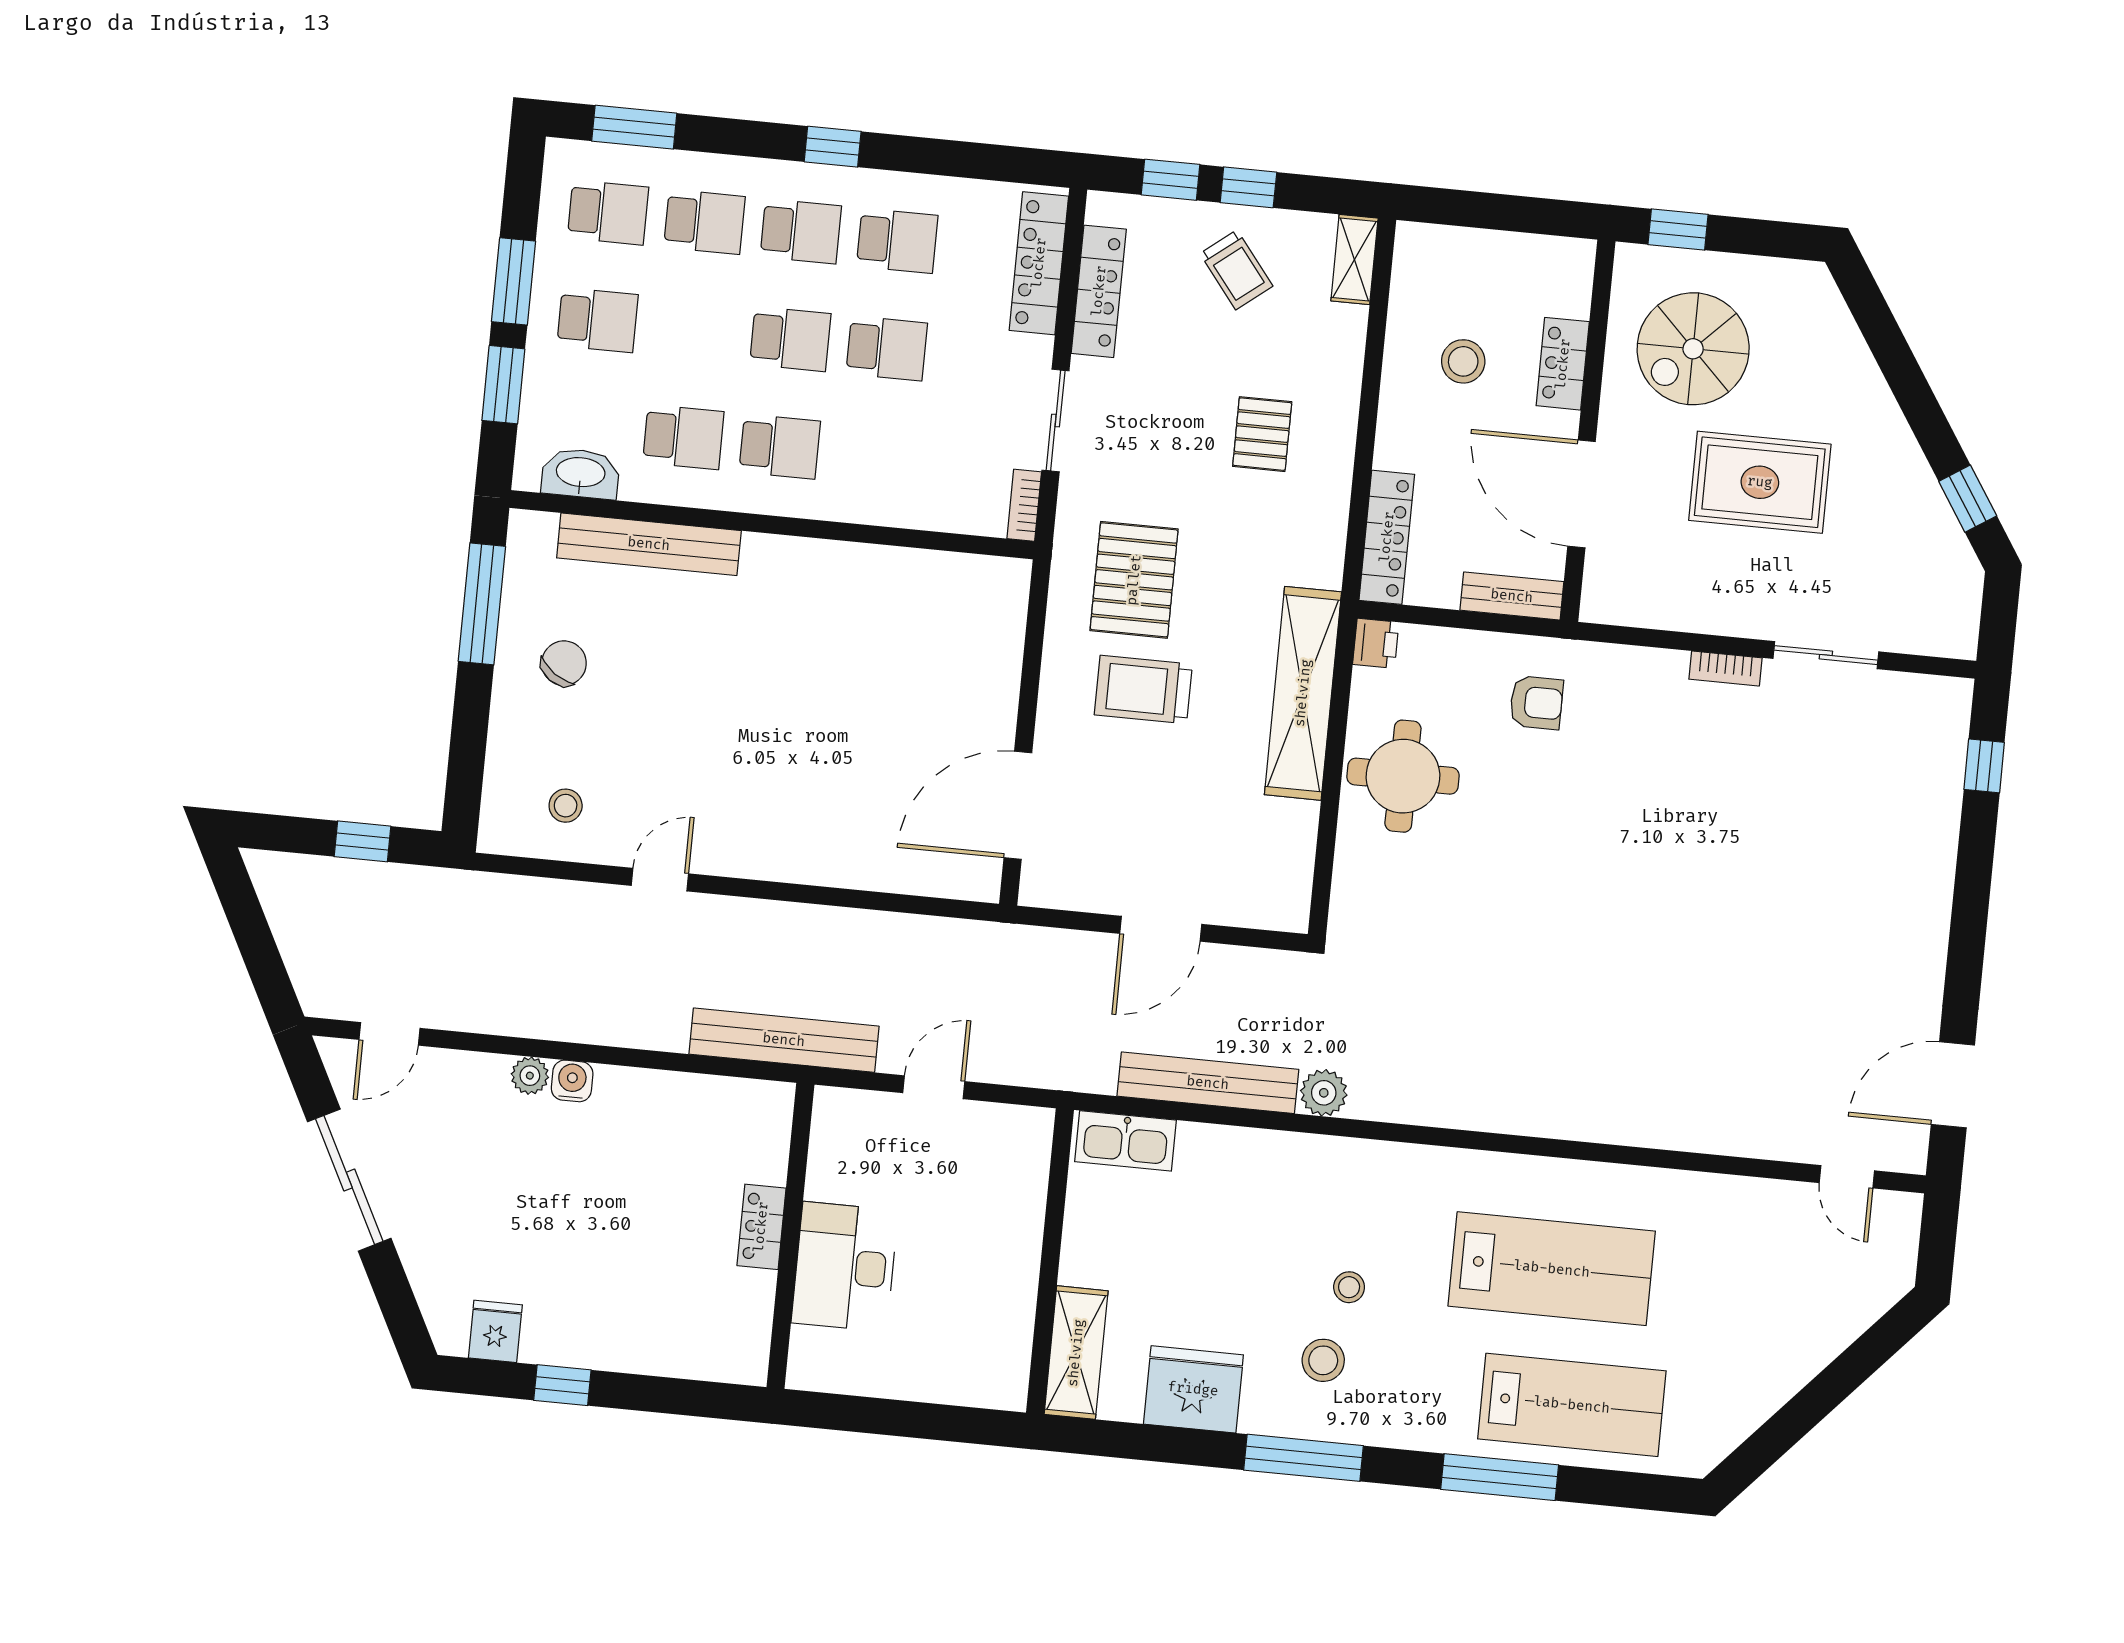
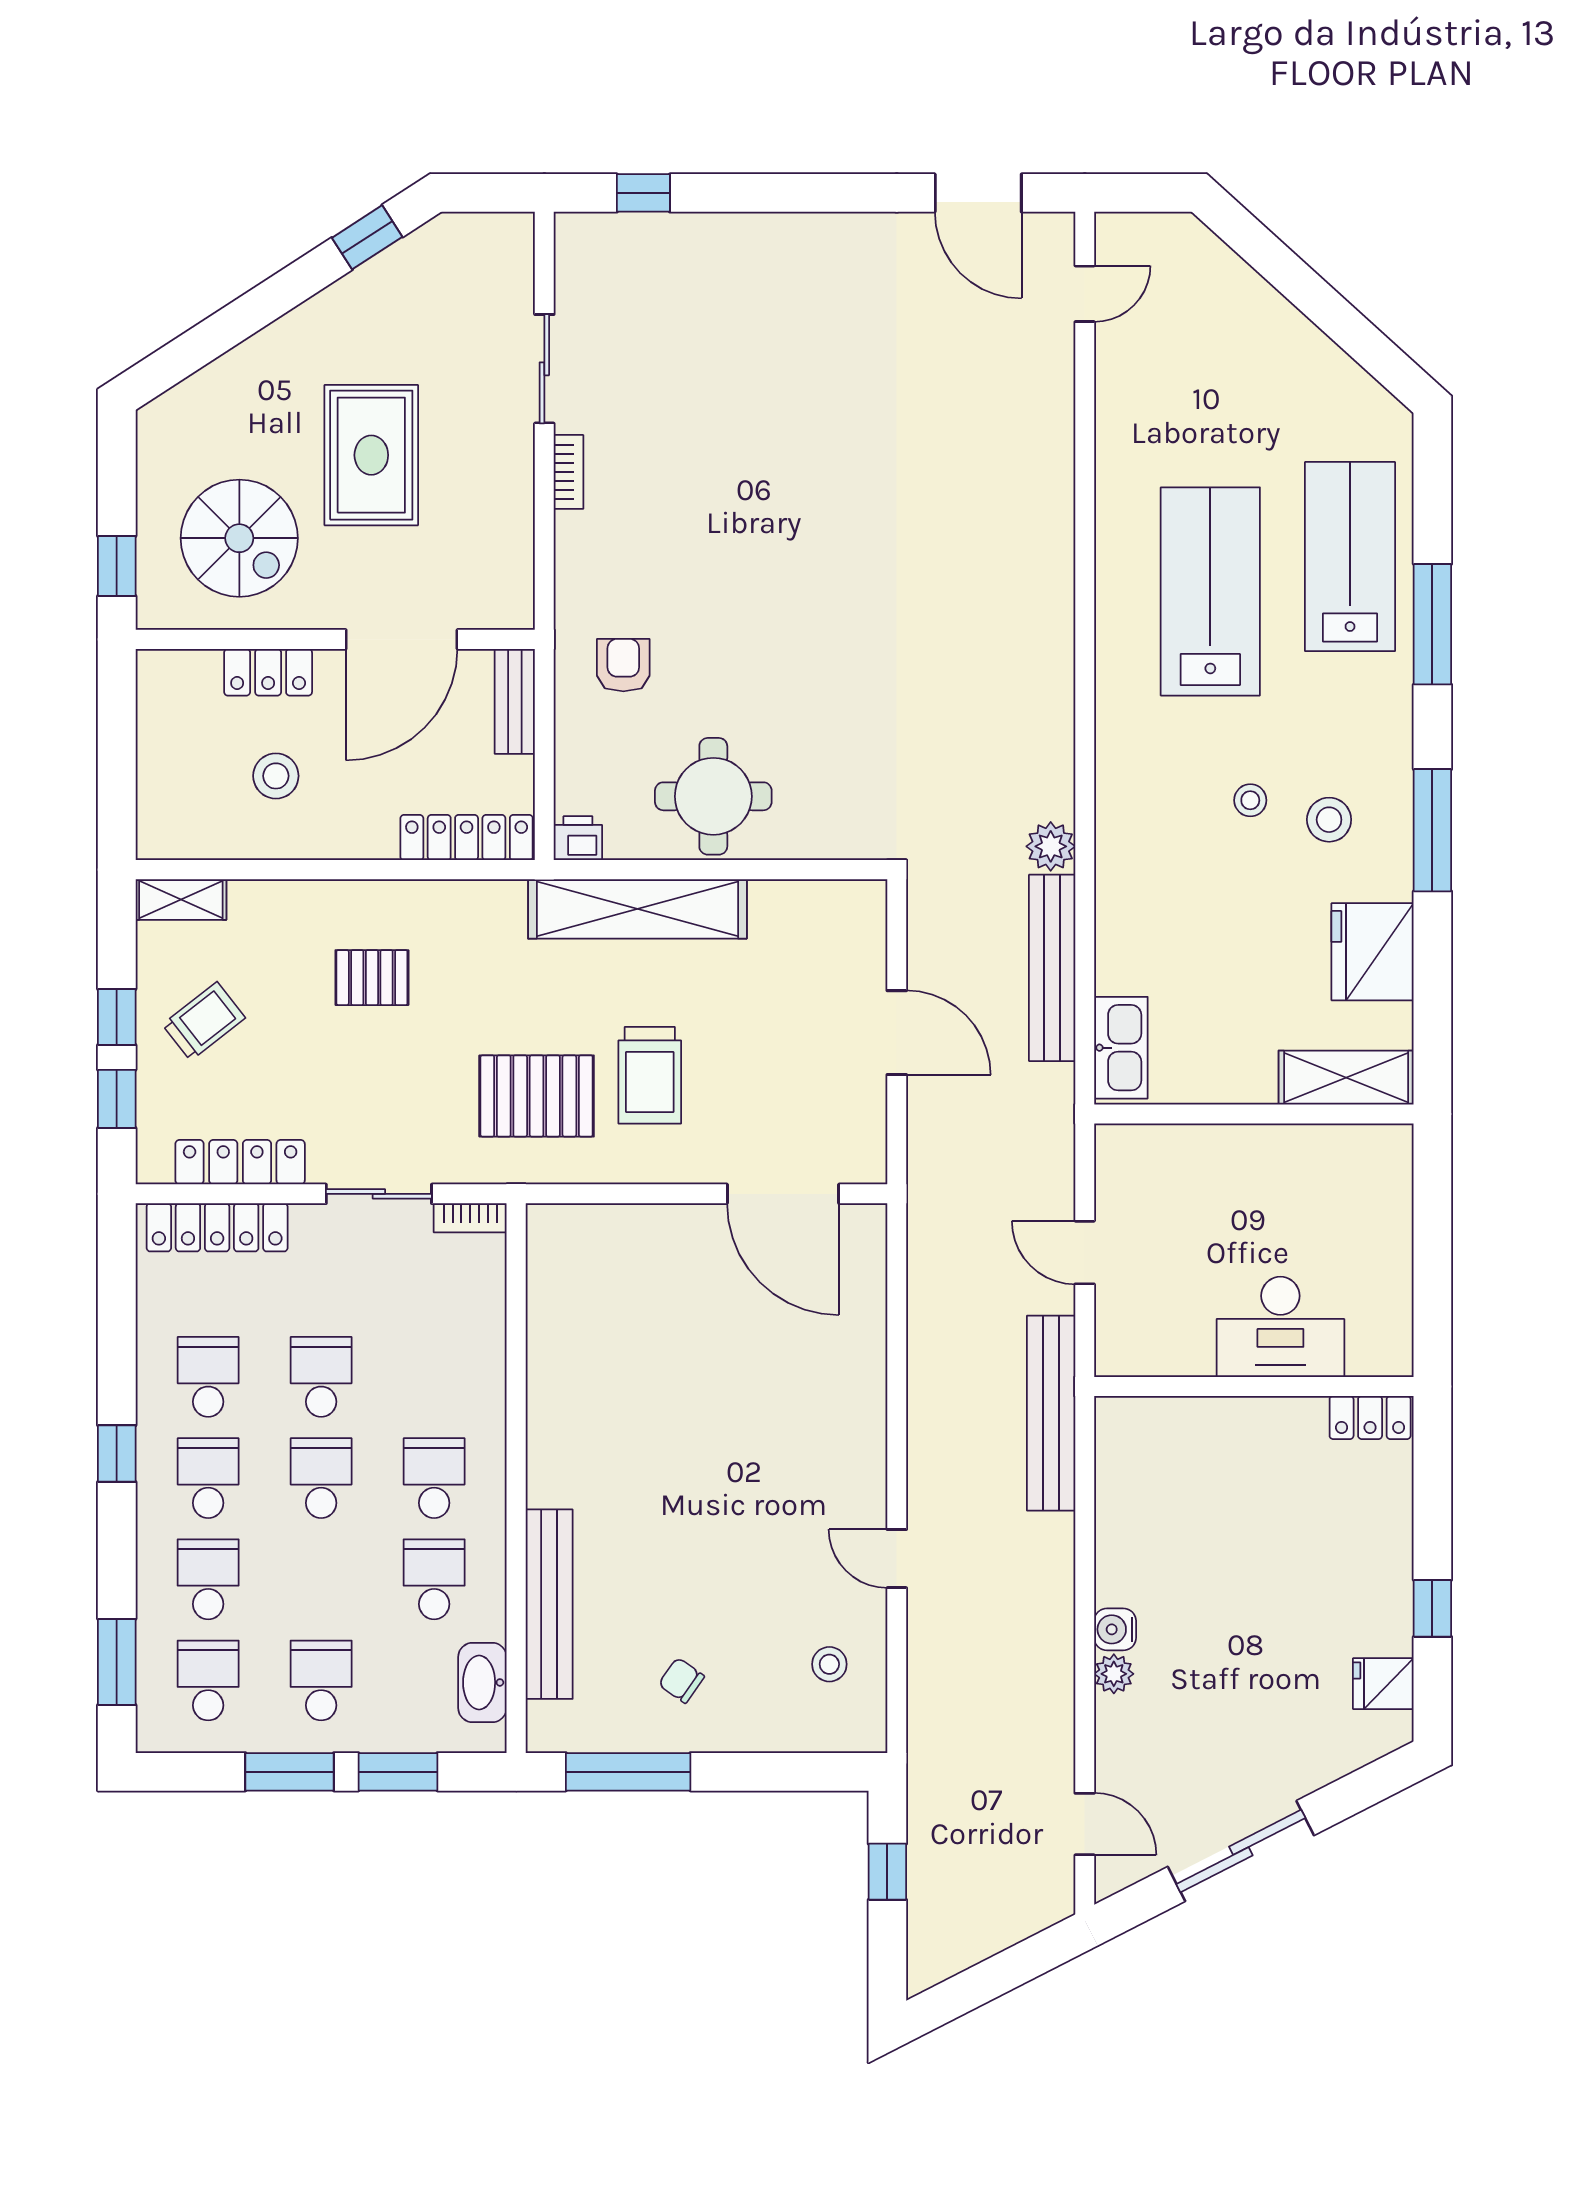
chair: (564, 663) -> (681, 1680), width x0.73, depth x0.73
locker: (761, 1227) -> (1370, 1418), moved

